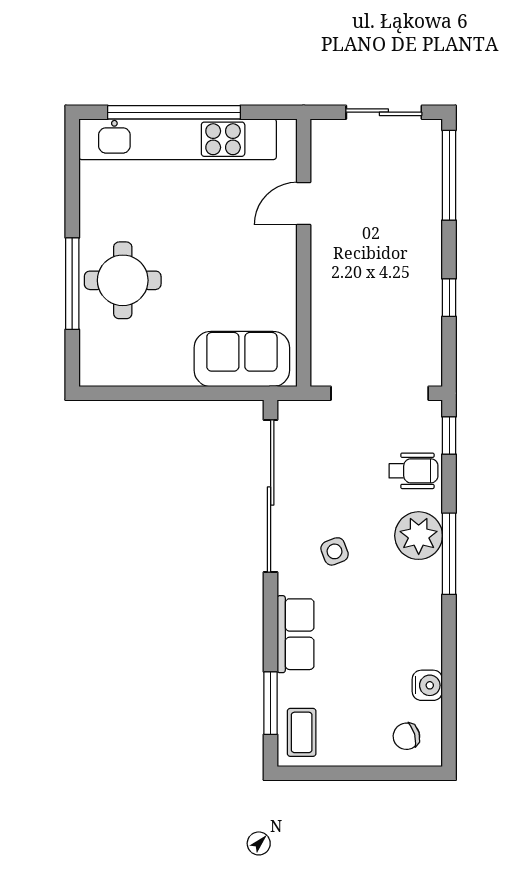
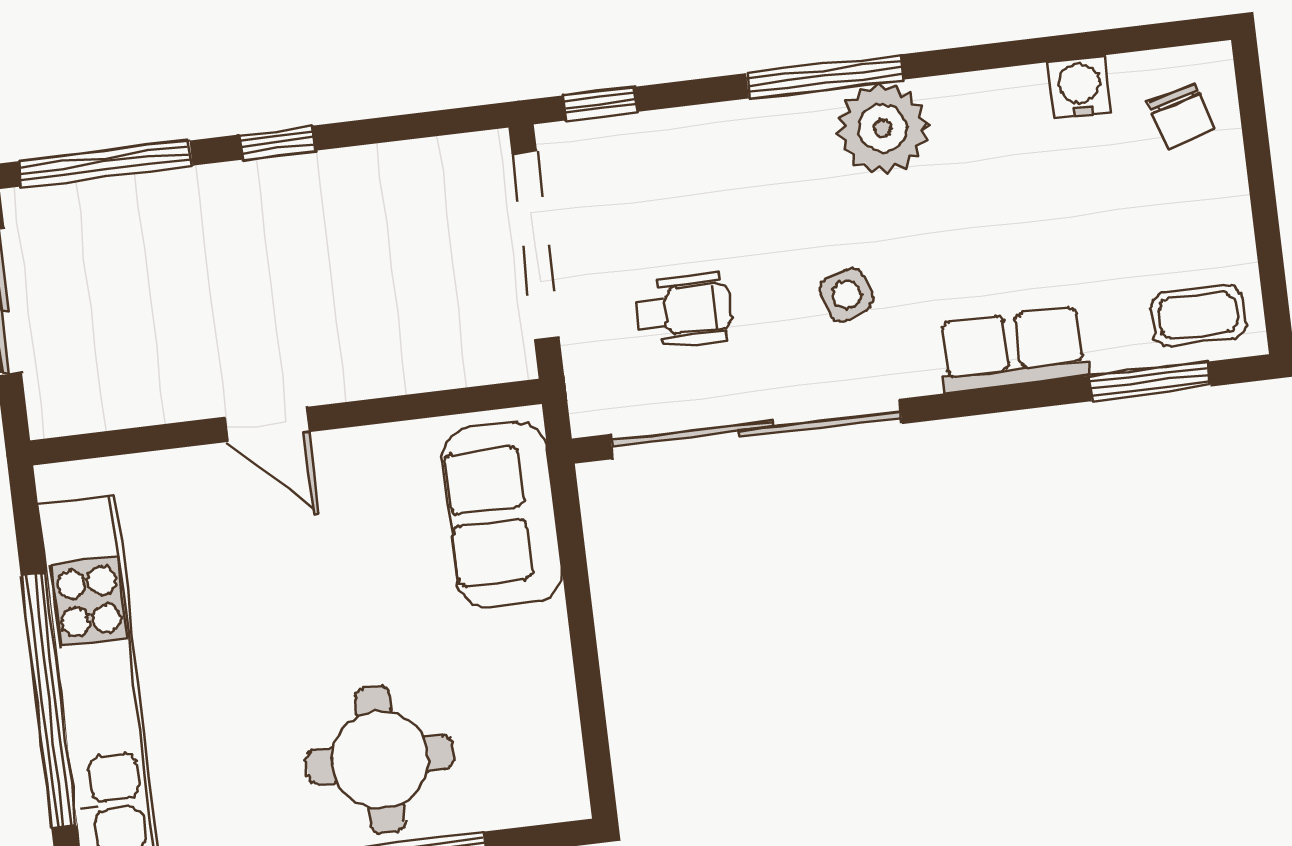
door: (304, 204) -> (267, 424), moved
window: (449, 298) -> (277, 143), moved
wheelchair: (413, 471) -> (684, 310), moved, turned 90
plant: (419, 536) -> (883, 128), moved

